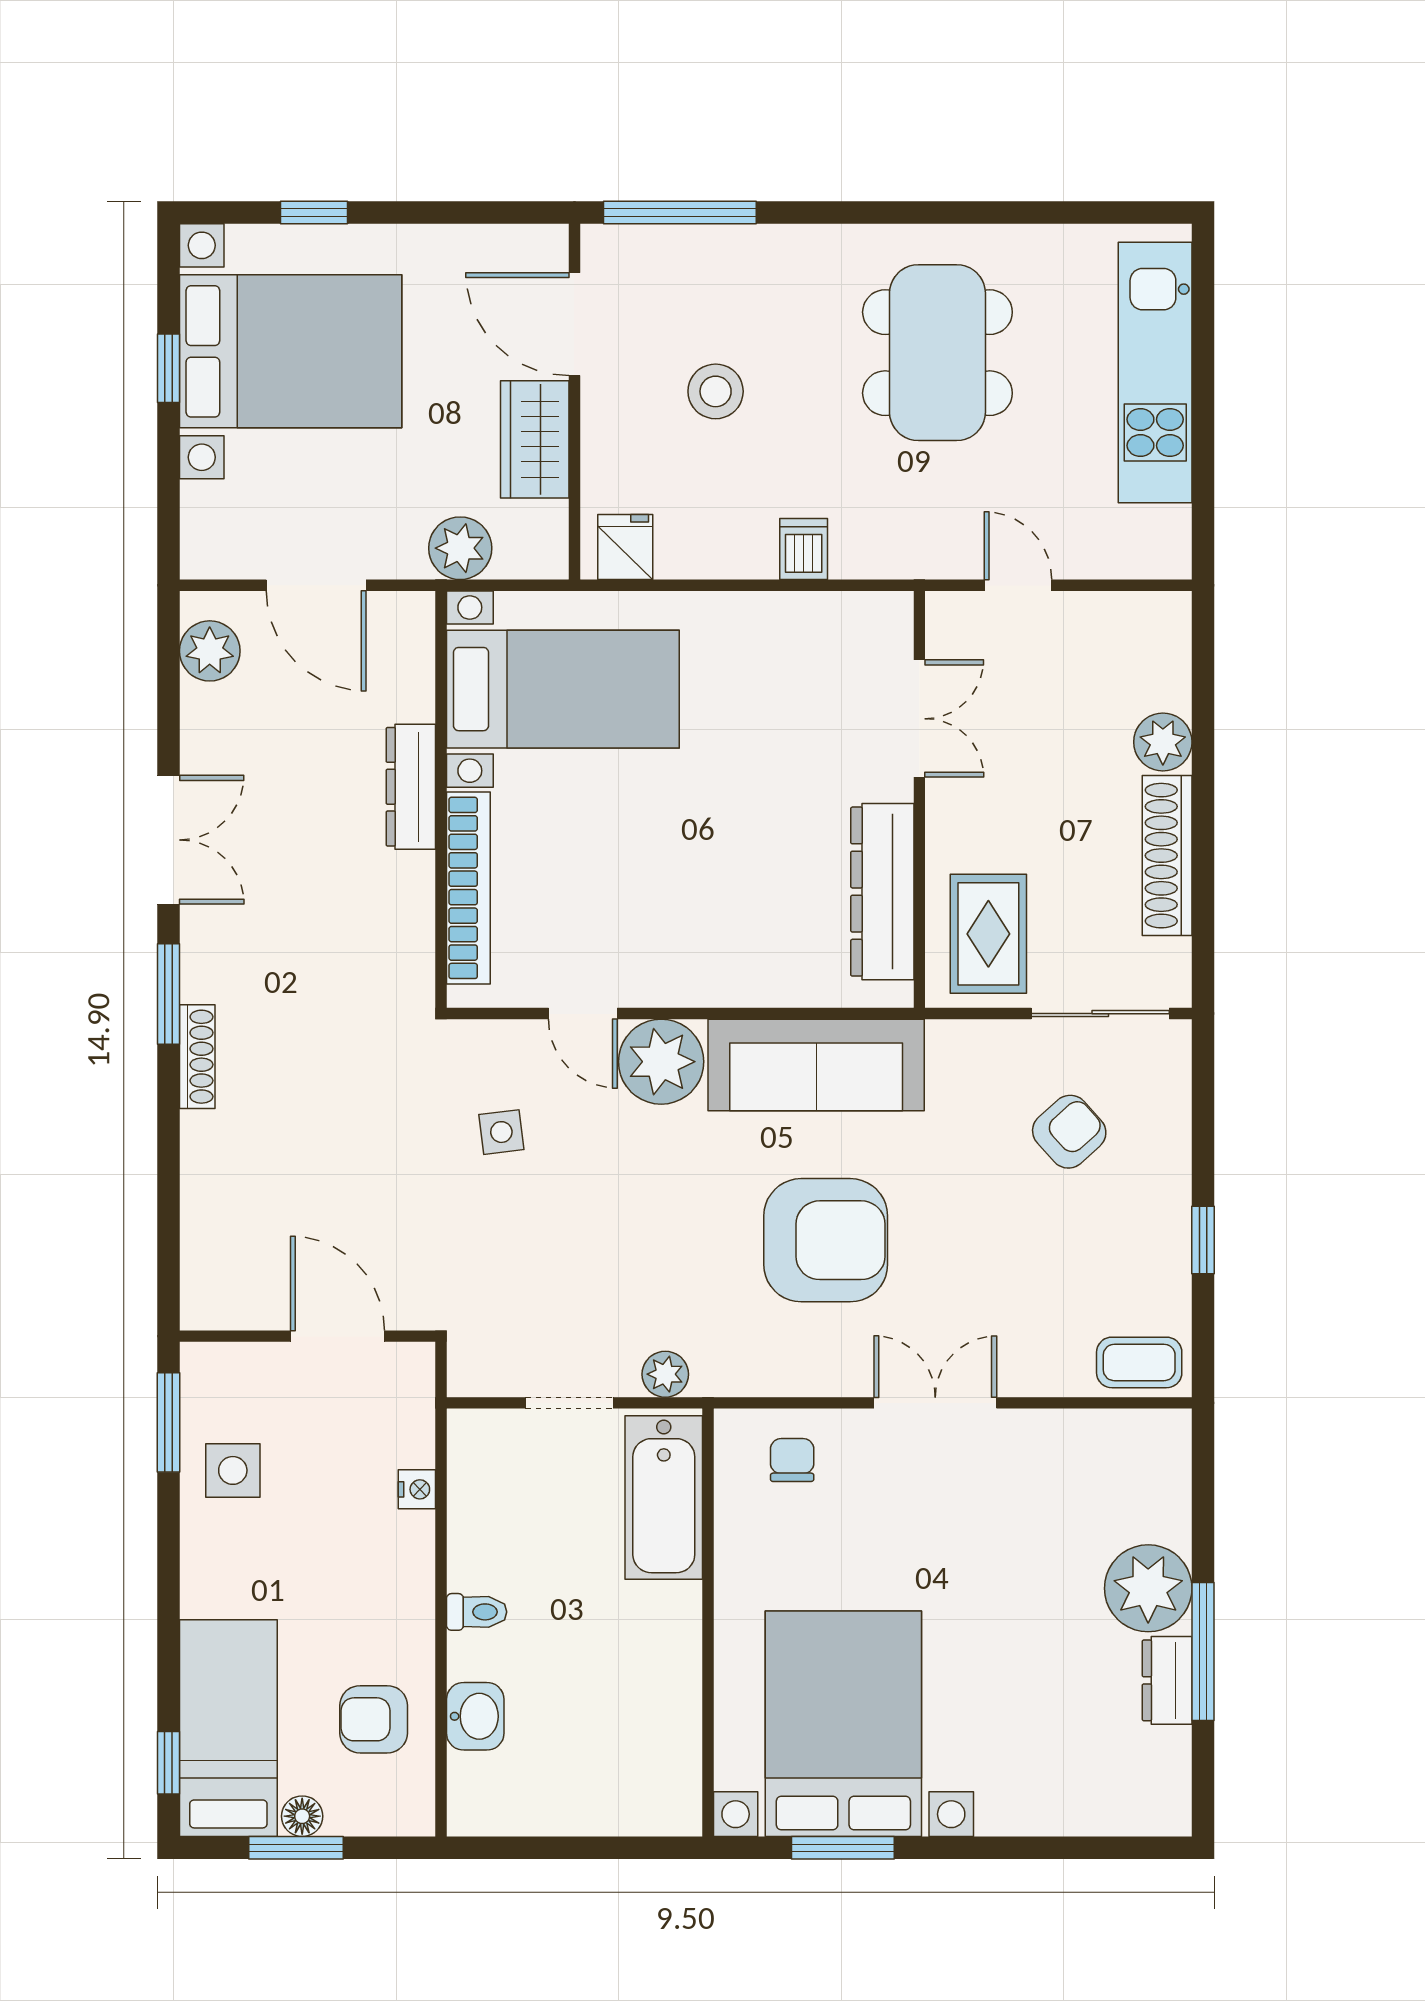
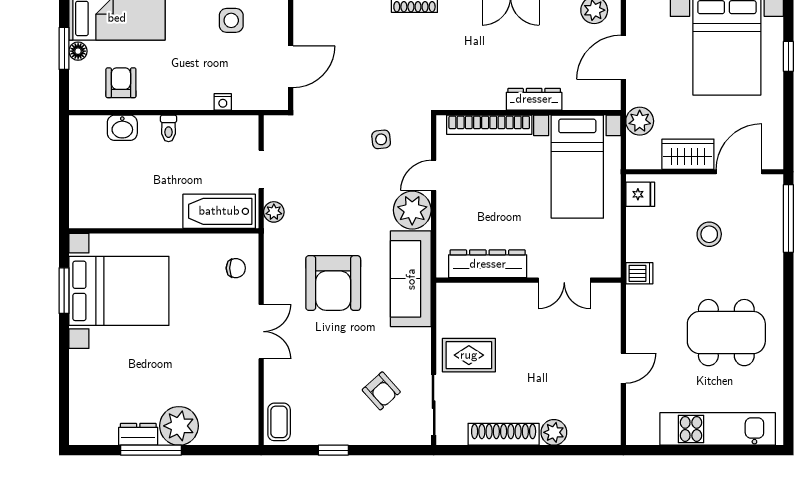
double door: (919, 719) -> (564, 280), moved
wall: (919, 799) -> (528, 280), moved
dresser: (882, 892) -> (488, 264), moved

